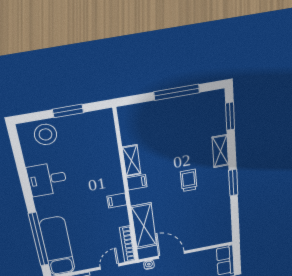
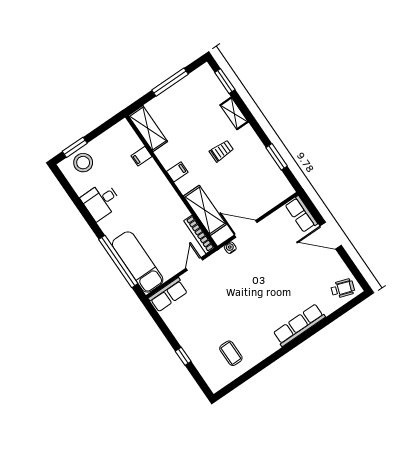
window: (68, 111) -> (75, 147), moved
shelving: (132, 161) -> (148, 129), moved, width x1.50, depth x1.33
trolley: (189, 180) -> (222, 151), turned 90
window: (233, 183) -> (277, 157), moved
filing cabinet: (117, 201) -> (141, 156), moved

